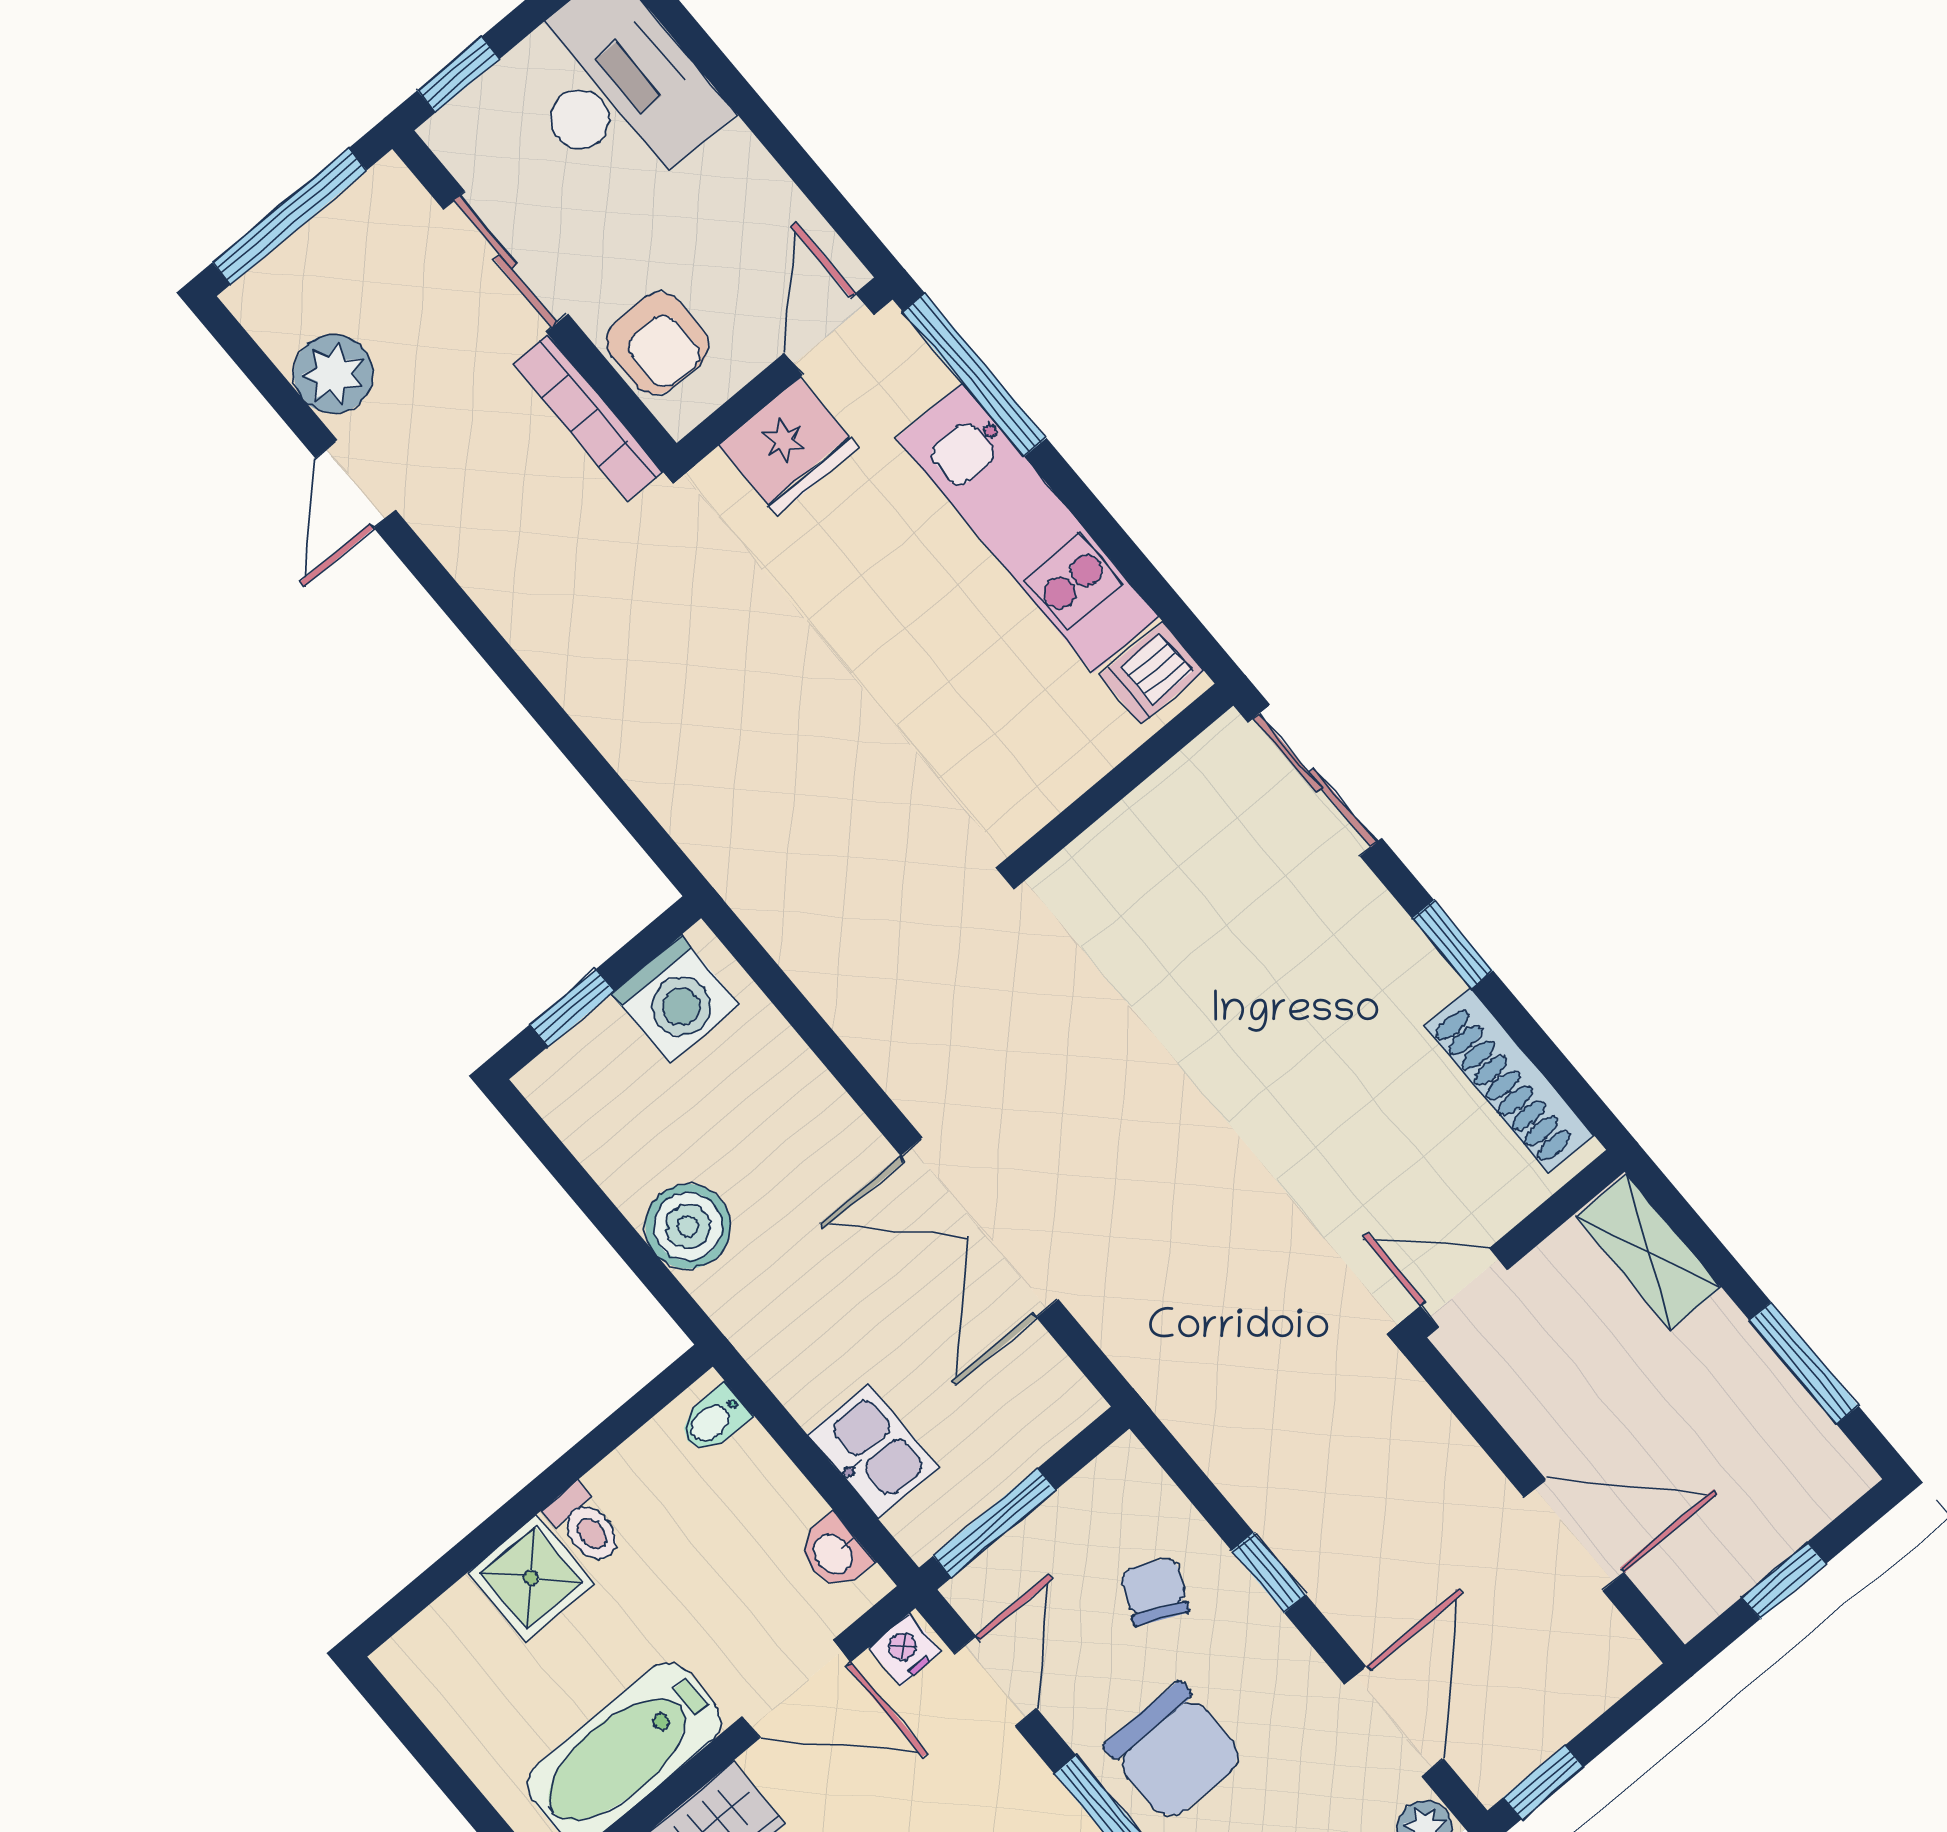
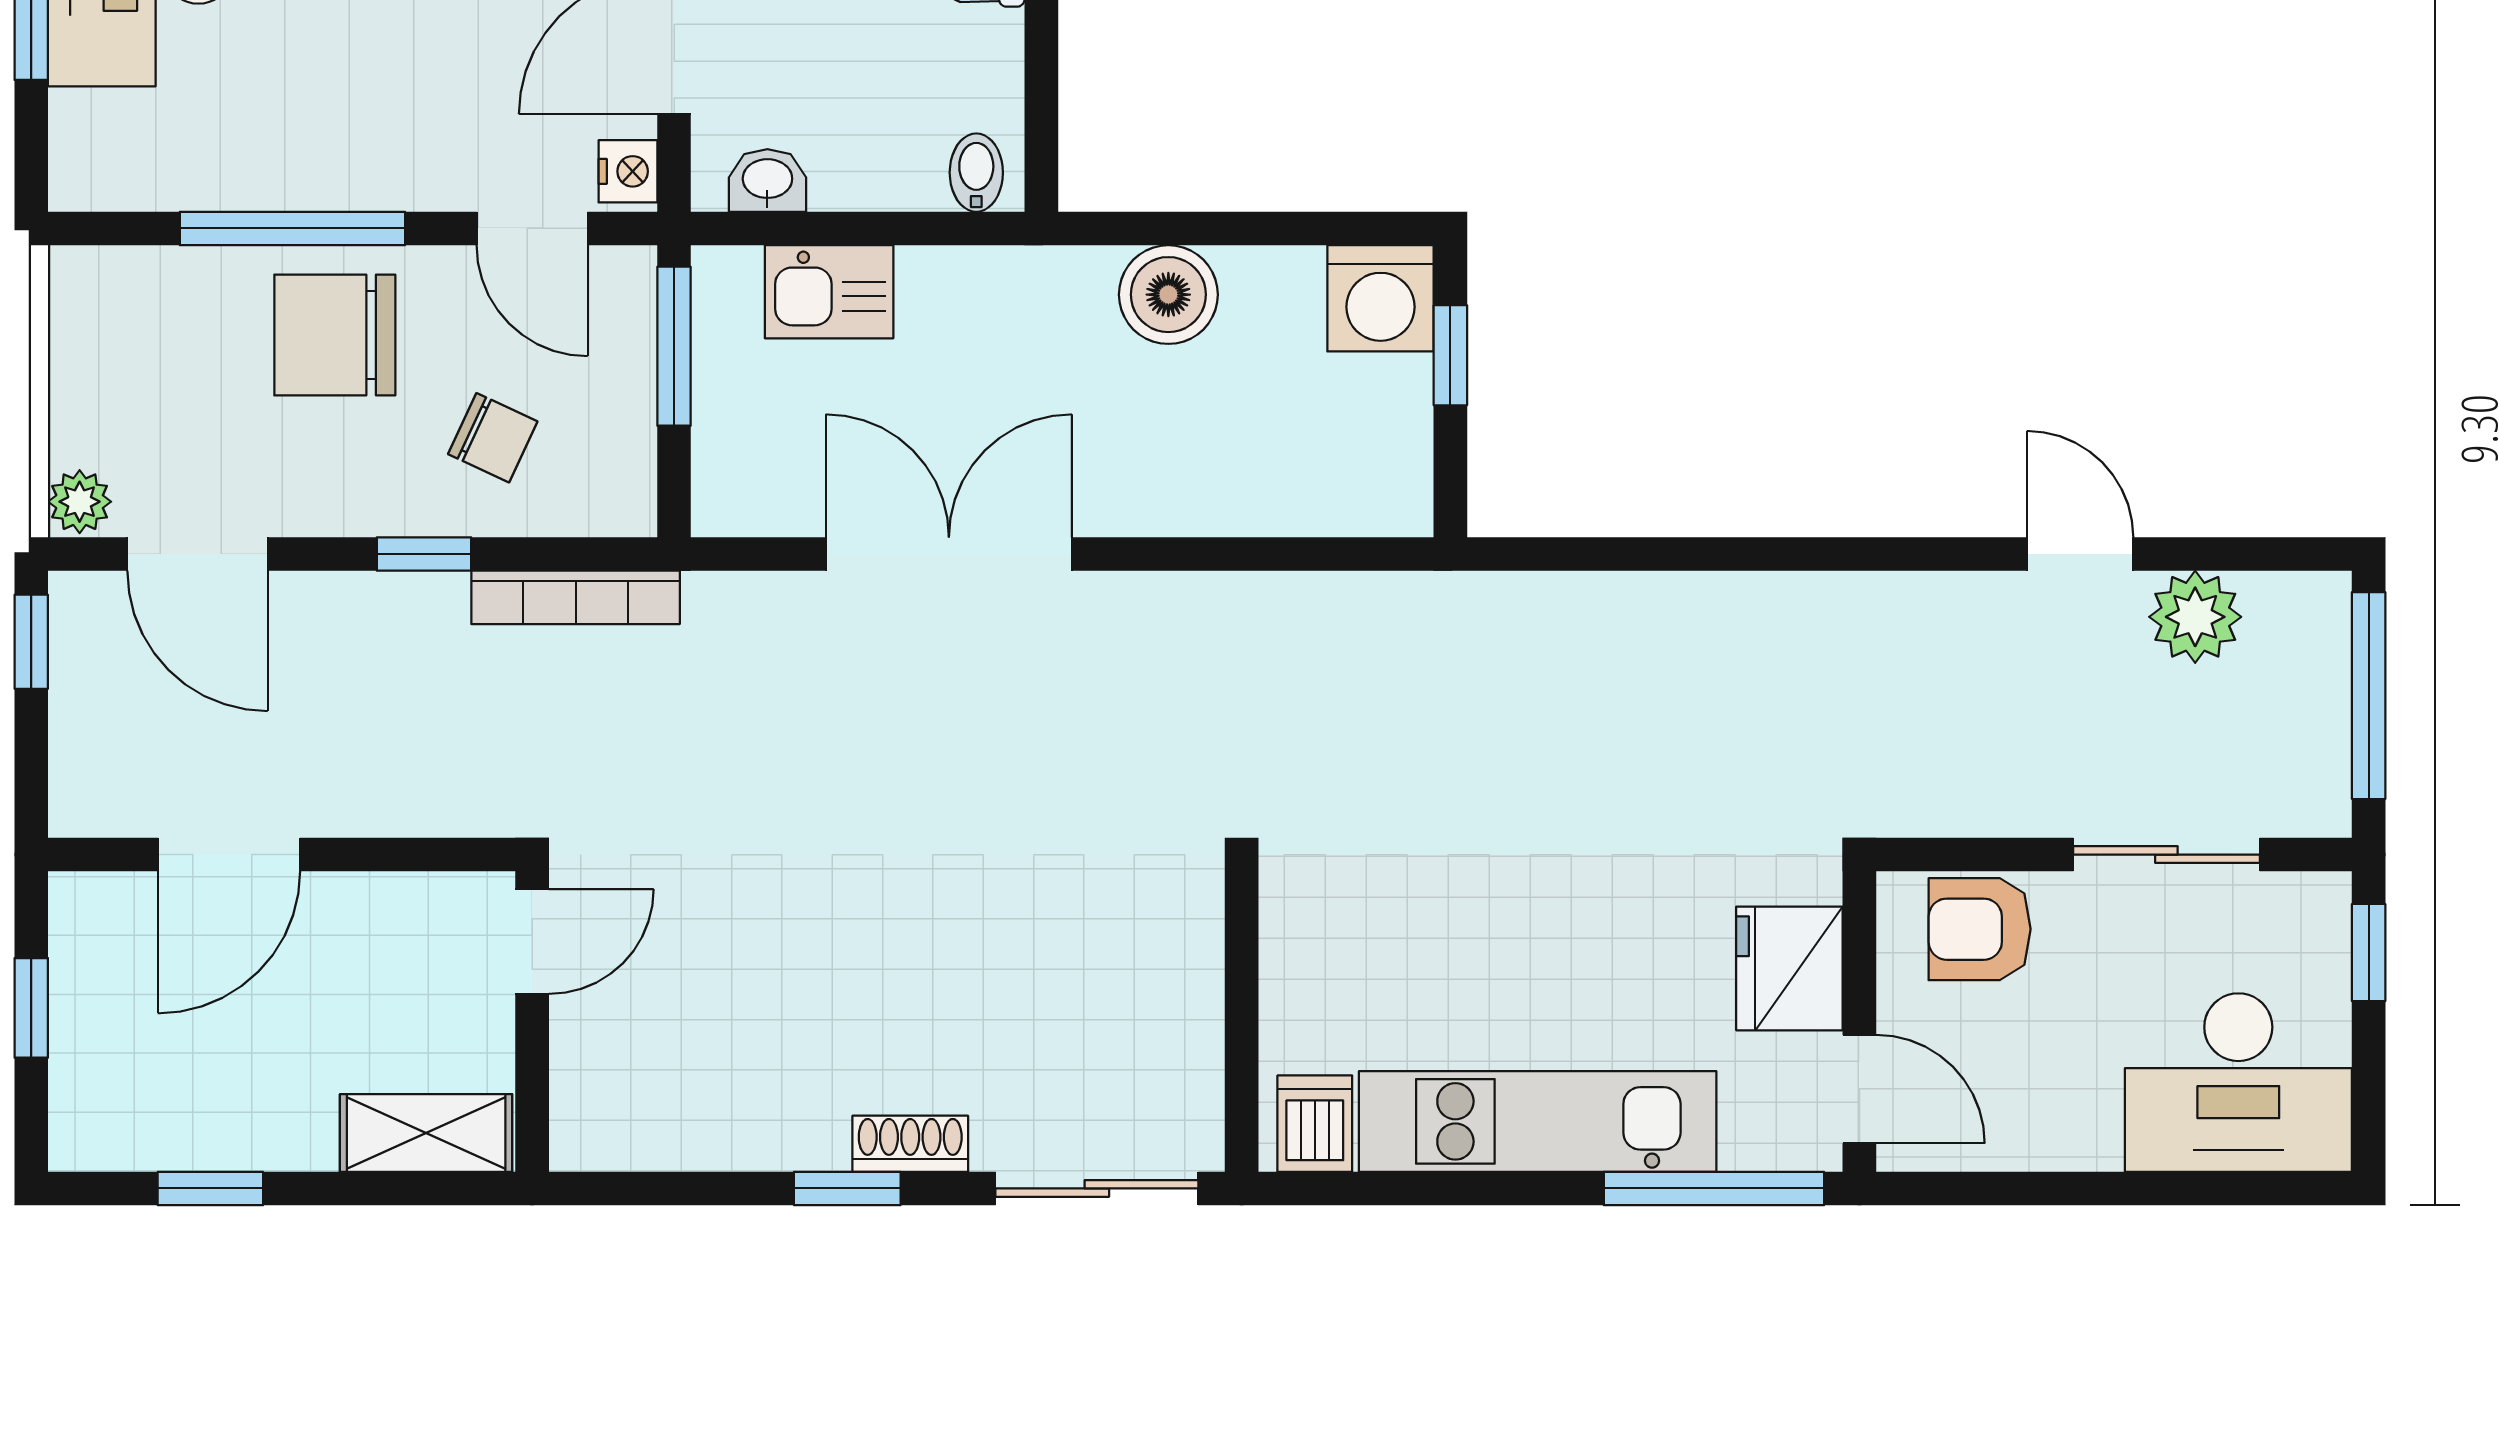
bookcase: (588, 417) -> (576, 597), moved, turned 180
washing machine: (675, 999) -> (1381, 298), moved, turned -90
shoe rack: (1509, 1080) -> (910, 1144), moved, width x0.51, depth x0.81
window: (1804, 1363) -> (210, 1188), width x0.67

